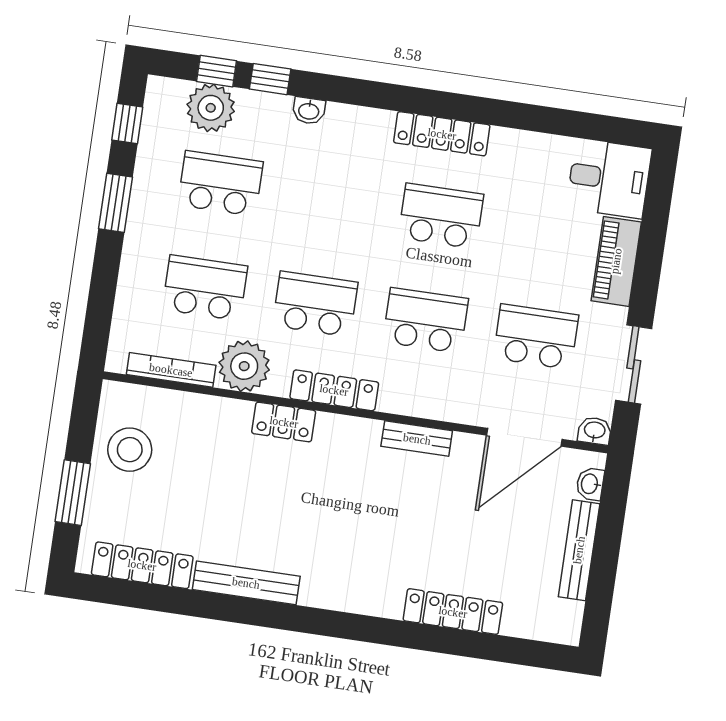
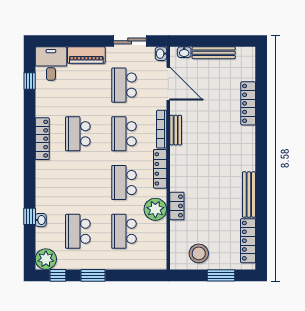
window: (217, 71) -> (30, 81), moved
plant: (211, 108) -> (46, 259), moved
washbasin: (309, 111) -> (41, 220), moved
bookcase: (171, 370) -> (162, 129), moved
locker: (284, 422) -> (177, 206), moved

